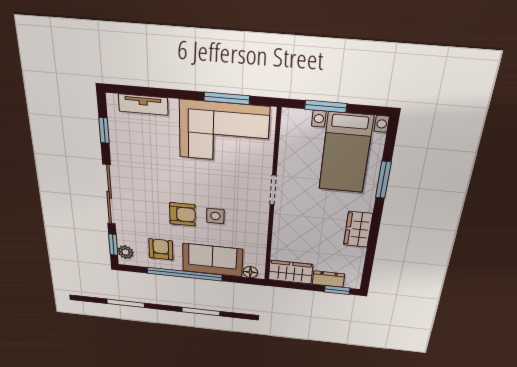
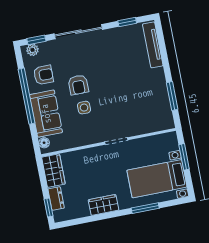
tv unit: (143, 105) -> (153, 45), width x1.41
corner sofa: (224, 132) -> (149, 99), removed

